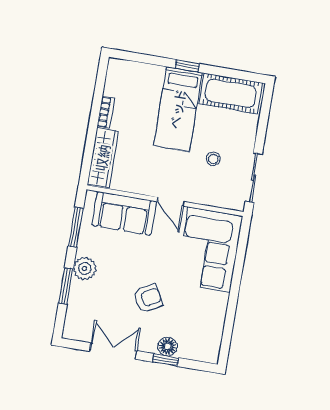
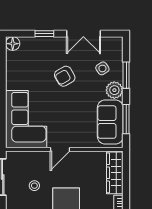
door: (171, 202) -> (60, 149), swing flipped
sofa: (124, 213) -> (110, 122), moved, turned -90
side table: (96, 300) -> (102, 68), added
floor lamp: (168, 346) -> (13, 44), moved

